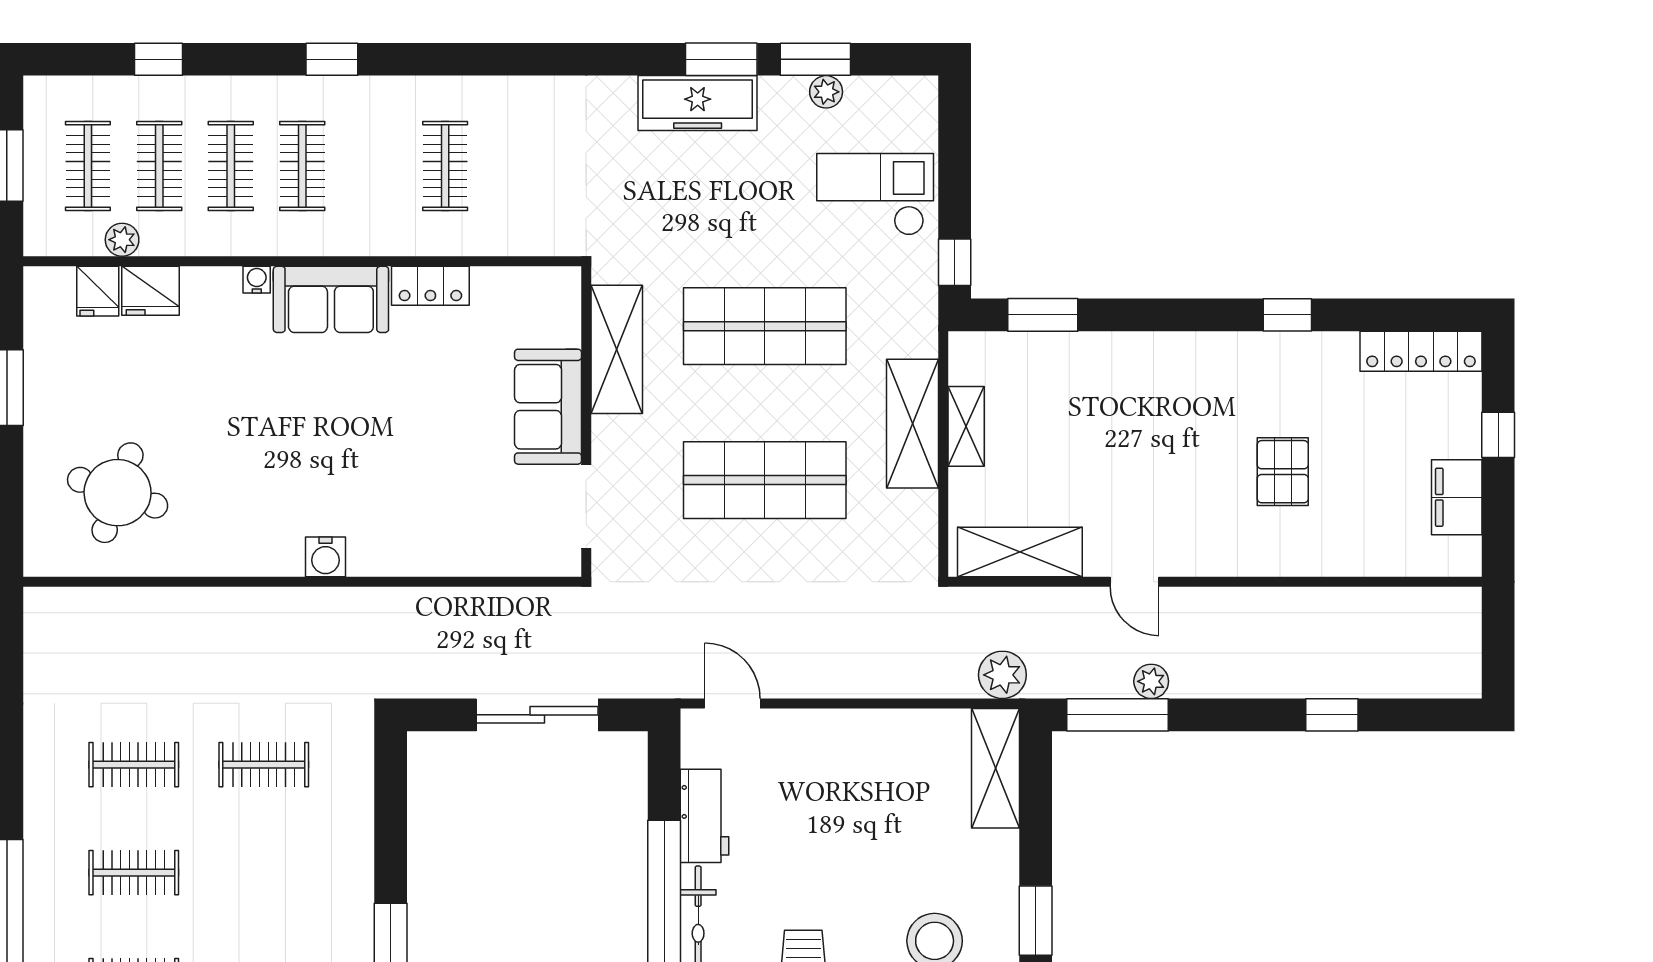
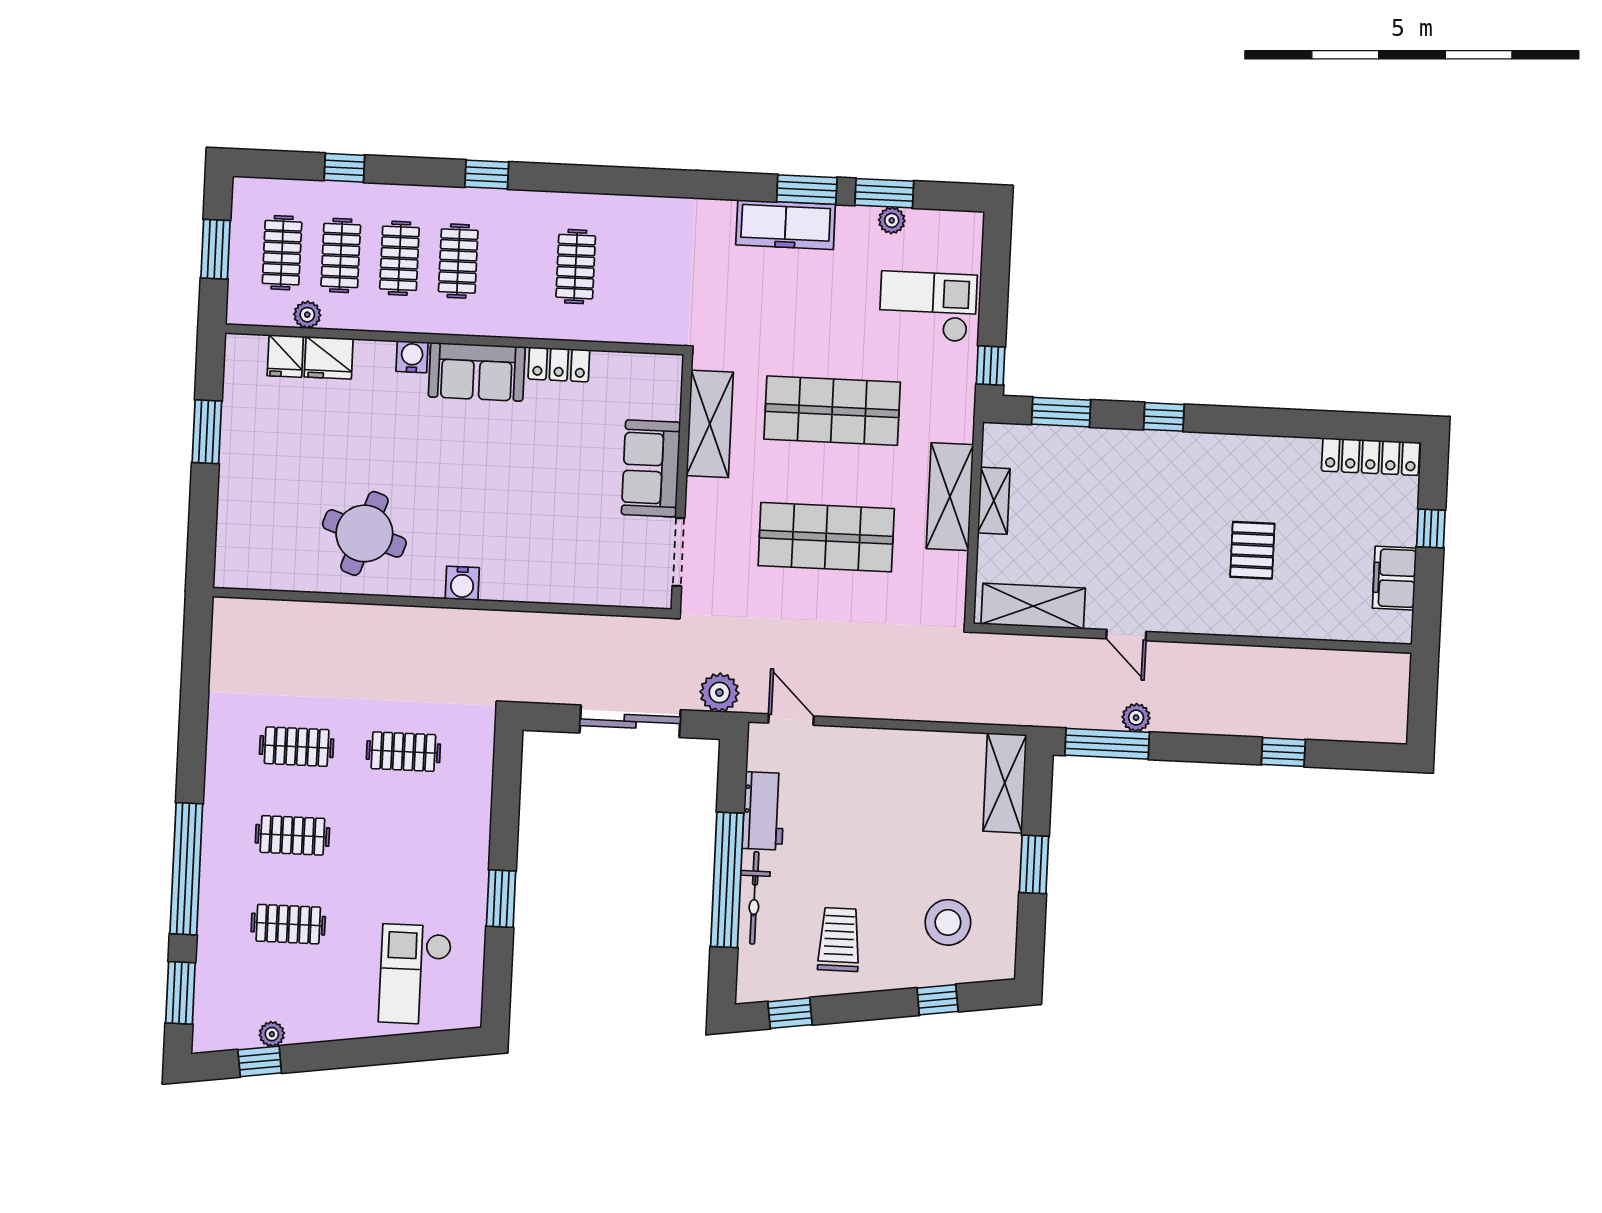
water cooler: (257, 280) -> (412, 357), width x1.38, depth x1.38
window: (1287, 315) -> (1164, 417), moved
round table: (118, 493) -> (364, 533), moved
plant: (1002, 675) -> (719, 693), moved
window: (1036, 921) -> (1034, 864), moved

